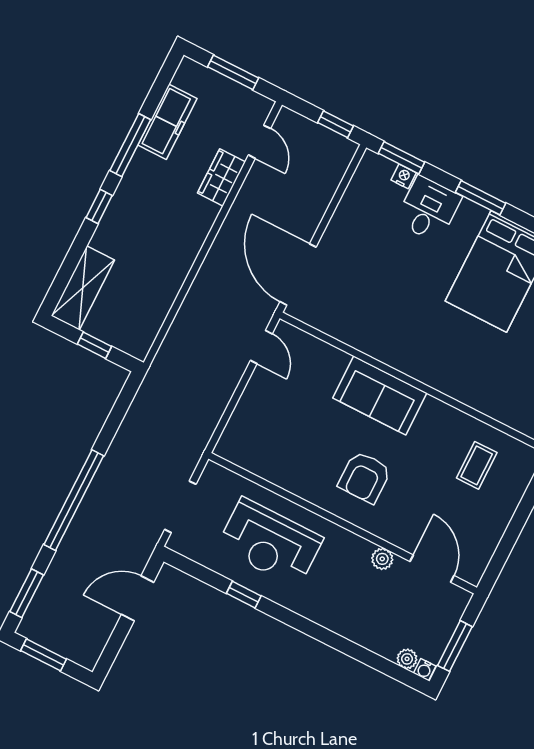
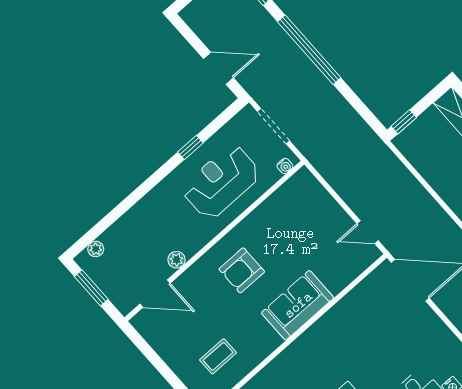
window: (94, 345) -> (404, 122), moved
coffee table: (477, 465) -> (218, 356), turned 90
armchair: (365, 477) -> (242, 270), turned -90
door: (138, 598) -> (218, 68), hinge flipped
water cooler: (425, 670) -> (285, 166), moved, turned 180

